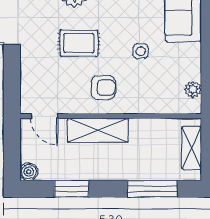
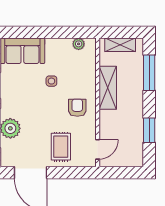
rug: (79, 43) -> (61, 147), moved
shelving: (98, 130) -> (108, 88), moved
boiler: (29, 172) -> (137, 160), removed

